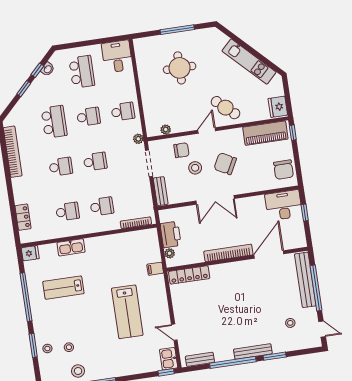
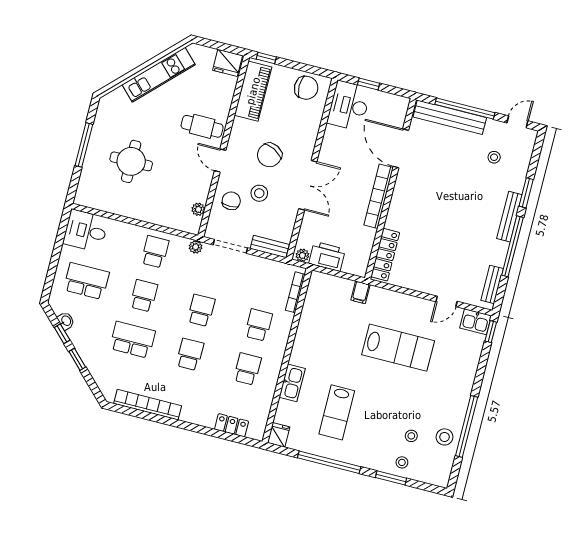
cafe table: (225, 108) -> (202, 126), turned 48
plant: (170, 253) -> (302, 255), moved

